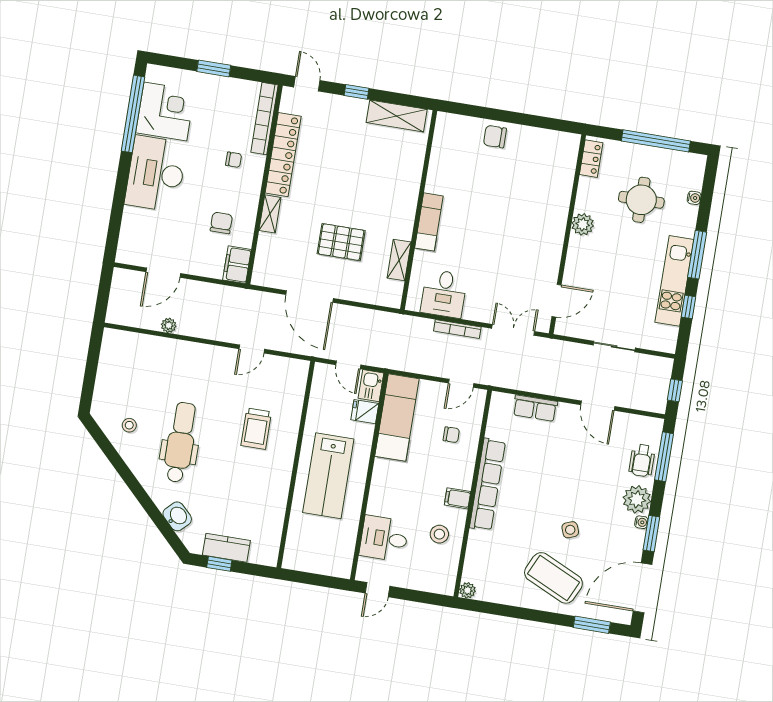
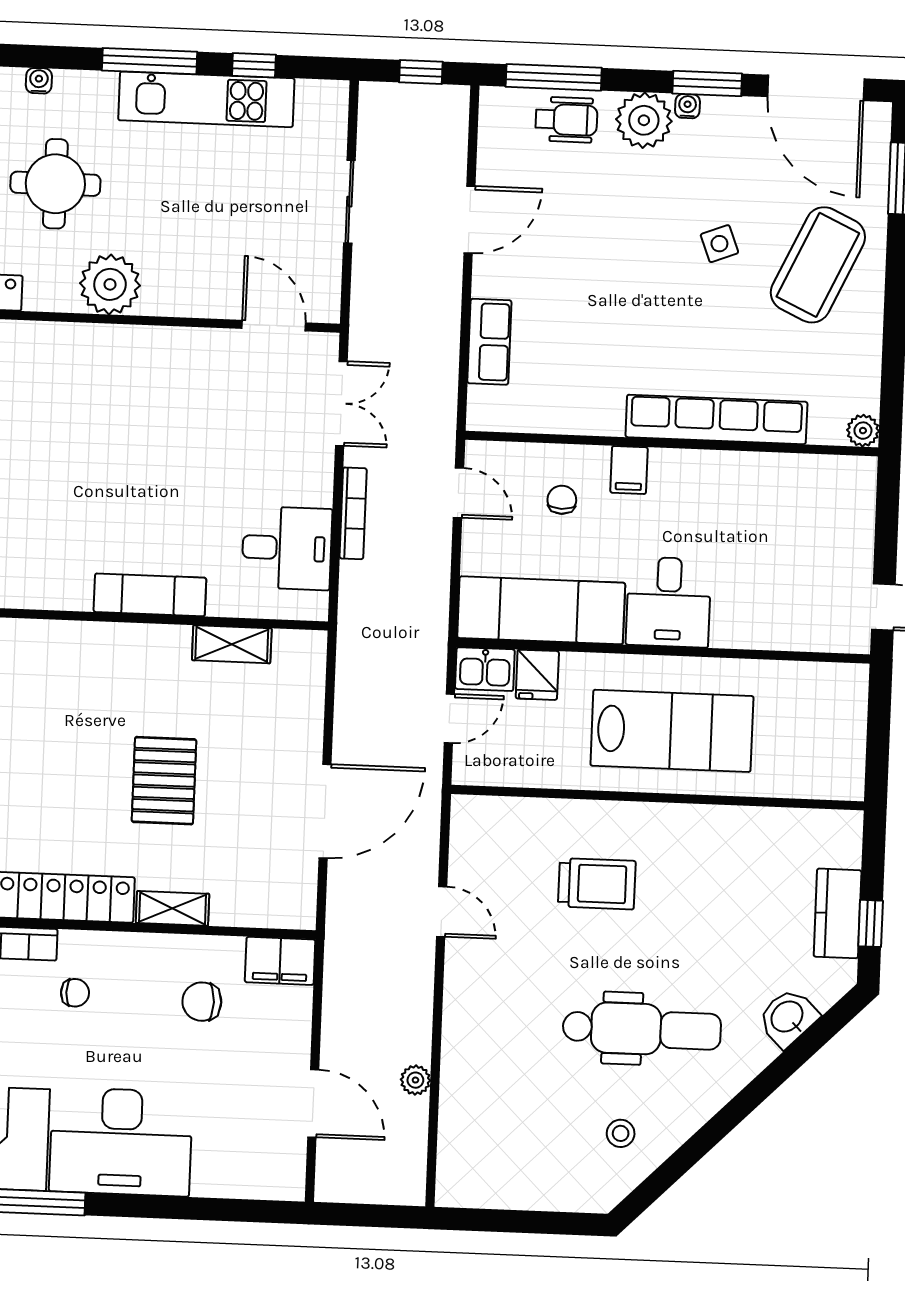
chair: (234, 160) -> (75, 993), turned 90
plant: (583, 224) -> (110, 284), width x1.36, depth x1.36
pallet: (341, 242) -> (164, 781), moved
double door: (513, 330) -> (341, 404), swing flipped
dental chair: (180, 442) -> (642, 1029), turned 180
row of seats: (487, 484) -> (716, 419), moved
filing cabinet: (457, 498) -> (629, 470), moved
stool: (439, 534) -> (759, 499), removed
desk: (384, 539) -> (669, 602), moved

